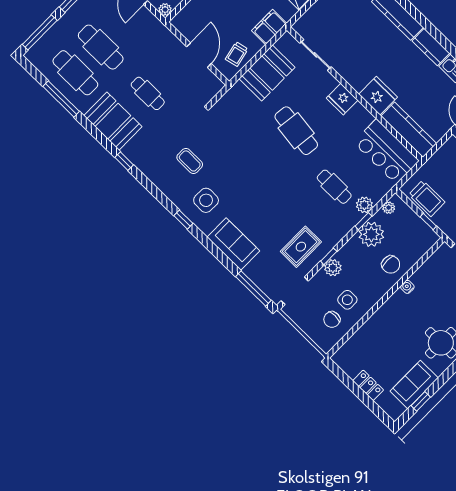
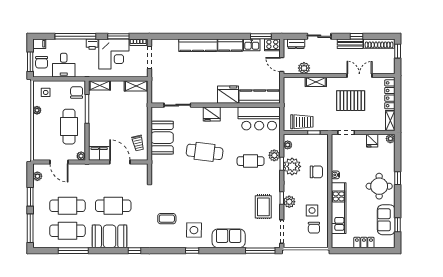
filing cabinet: (269, 27) -> (99, 153), moved, turned 90
cafe table: (148, 93) -> (113, 206), width x1.37, depth x1.35
kitchen unit: (377, 324) -> (339, 208), added

